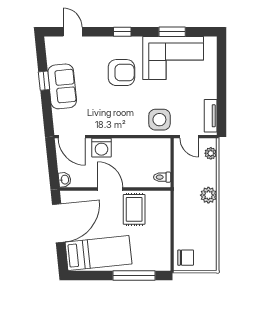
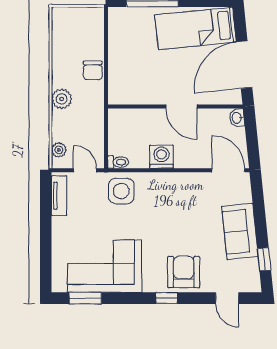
window: (172, 32) -> (85, 298), moved
armchair: (121, 73) -> (184, 272), moved, turned 90
window: (44, 81) -> (264, 259), moved
washing machine: (101, 148) -> (162, 157), moved
toilet: (162, 177) -> (118, 162), moved
rug: (134, 209) -> (152, 82), removed
chair: (186, 258) -> (93, 70), moved, turned -90

